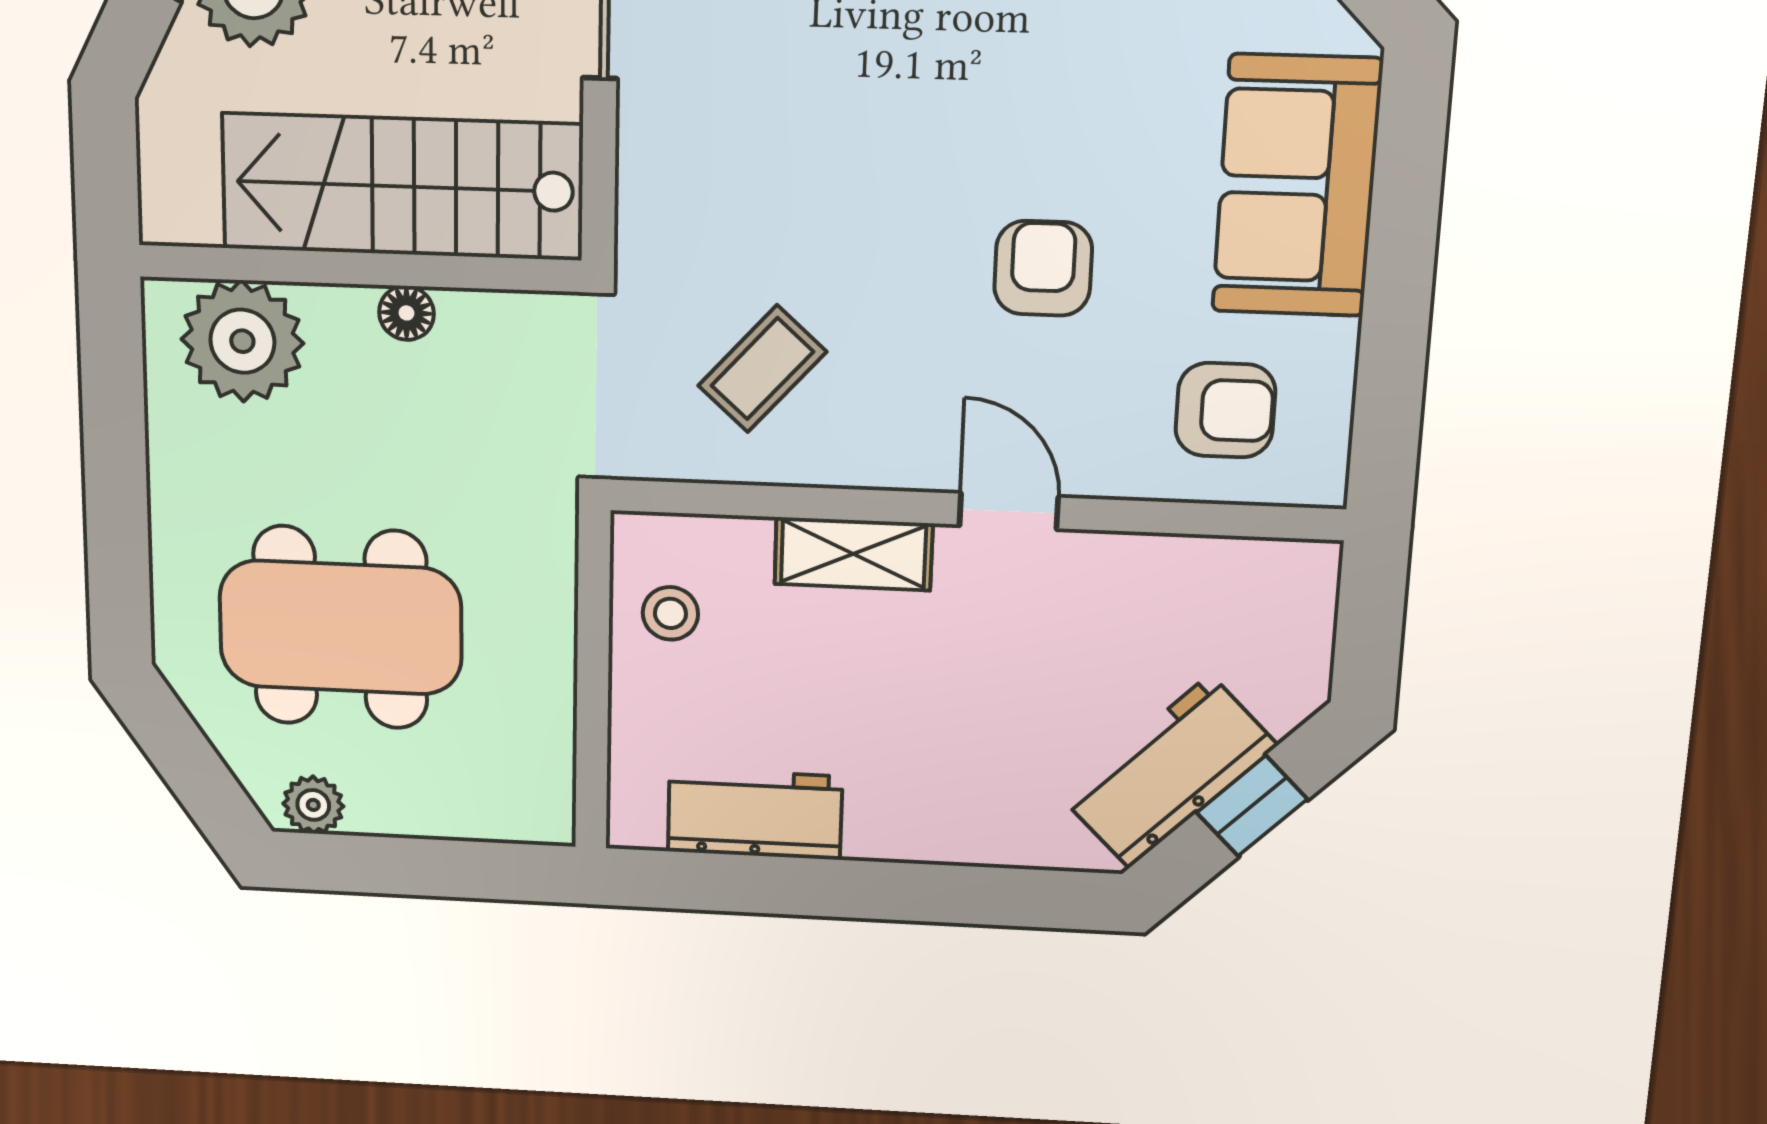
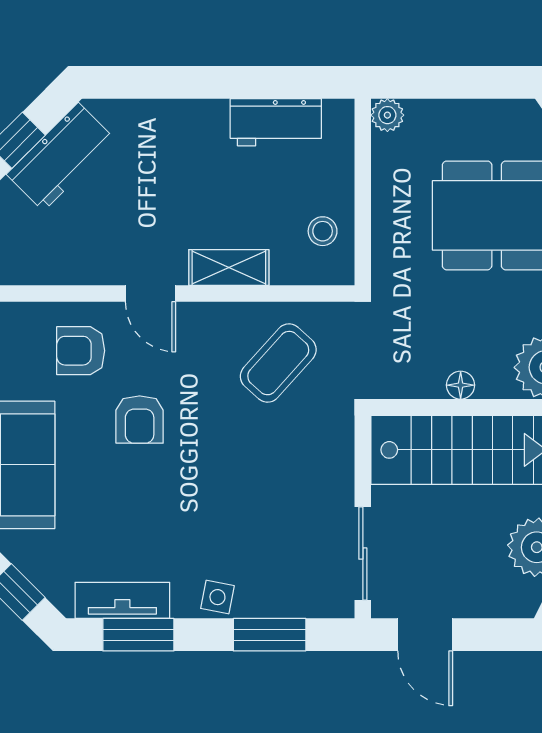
coffee table: (762, 369) -> (278, 363), width x1.36, depth x1.30
armchair: (1225, 410) -> (81, 351), moved
plant: (313, 805) -> (387, 115), moved

